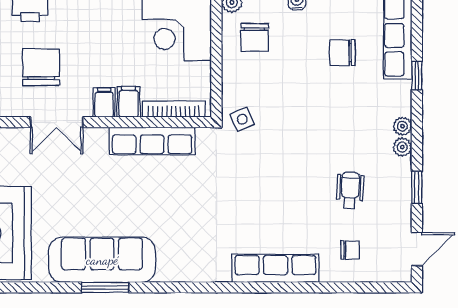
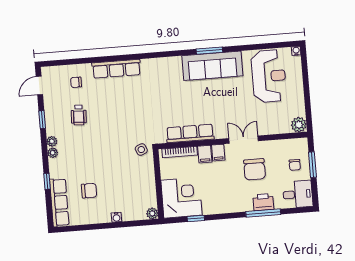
chair: (255, 37) -> (138, 195), removed

